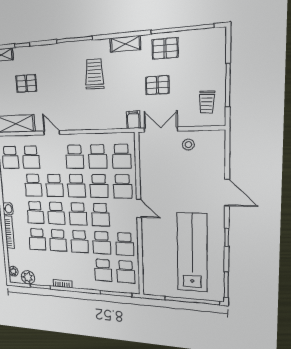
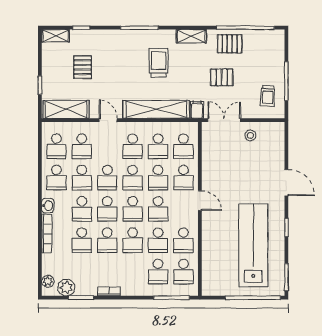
pallet: (26, 83) -> (83, 67), turned 90
shelving: (94, 121) -> (156, 109), added
school desk: (13, 185) -> (56, 178), added

